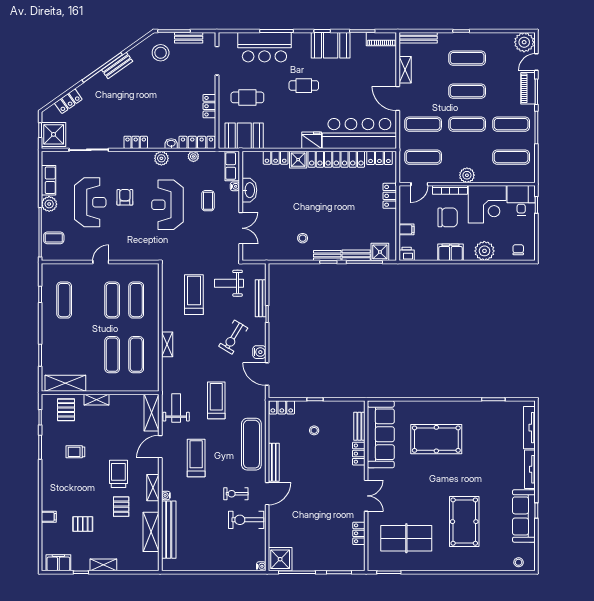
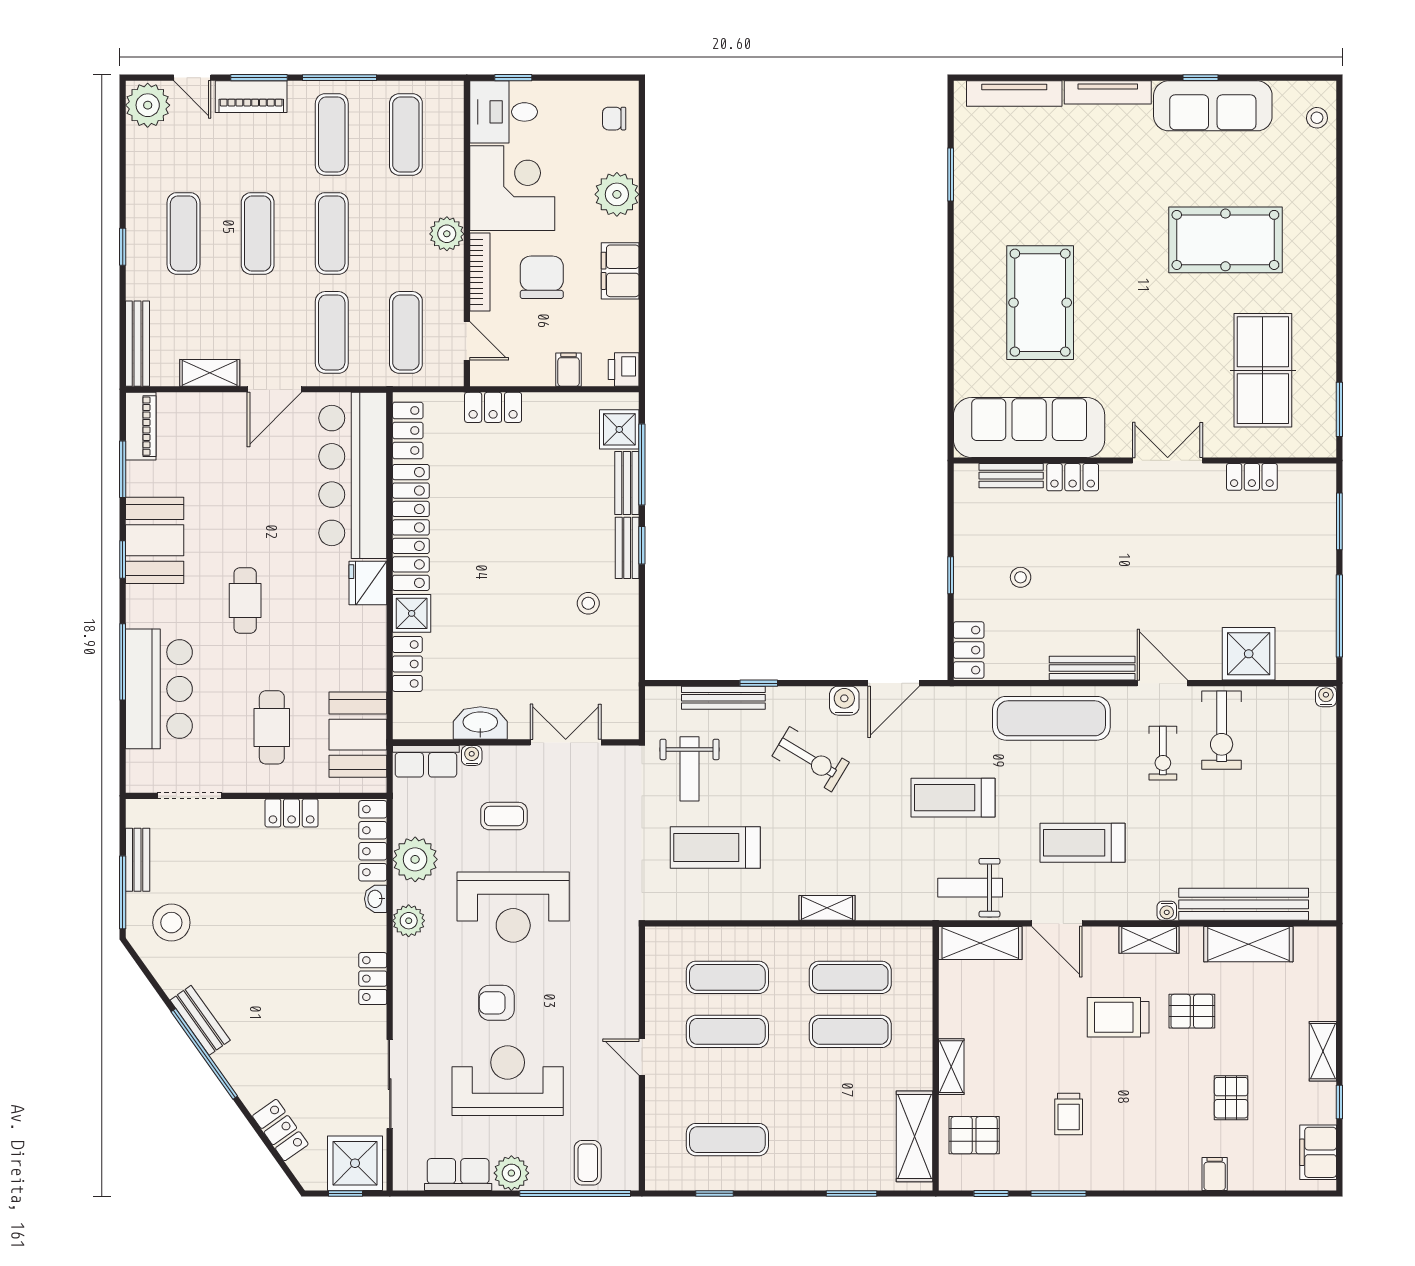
plant: (193, 156) -> (415, 859), width x1.87, depth x1.87
shower: (280, 559) -> (1249, 654), moved

